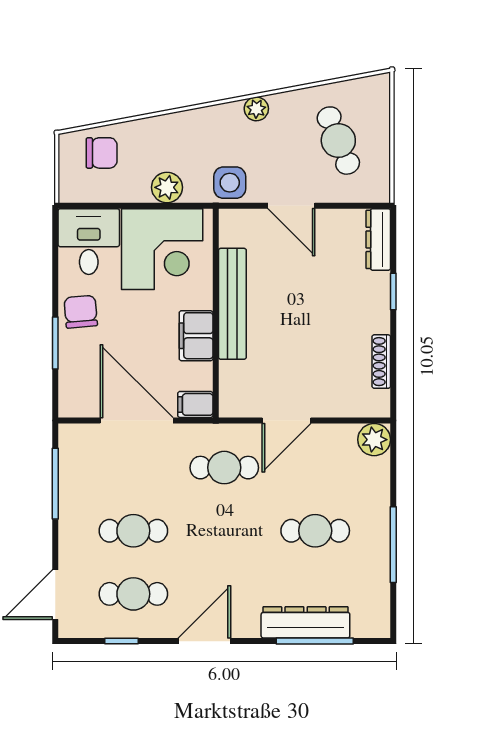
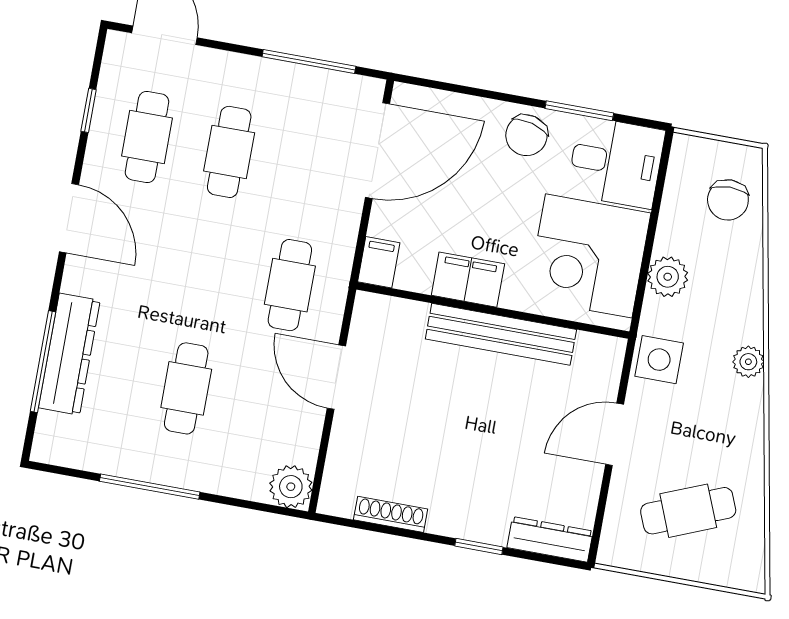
plant: (256, 109) -> (748, 362), moved
chair: (81, 312) -> (526, 135), turned 110
window: (55, 343) -> (579, 111), moved
door: (137, 420) -> (378, 151), moved

